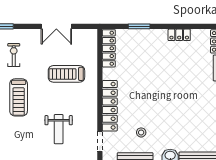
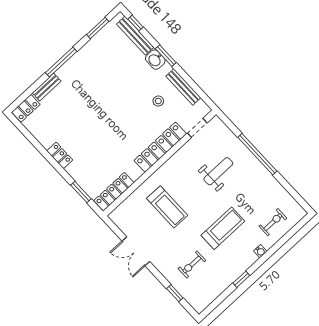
double door: (56, 26) -> (136, 251), swing flipped
window: (139, 26) -> (81, 192), moved
locker: (179, 35) -> (60, 155), moved

